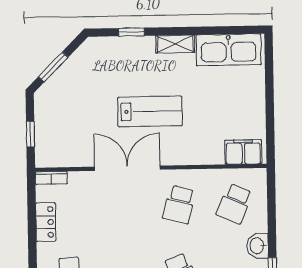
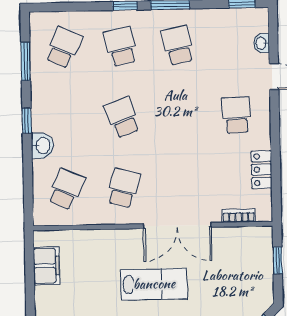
lab bench: (150, 111) -> (154, 284), turned 180
filing cabinet: (243, 152) -> (46, 266), moved, turned -90
bookcase: (51, 178) -> (239, 216), moved

